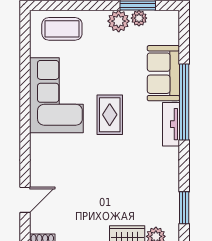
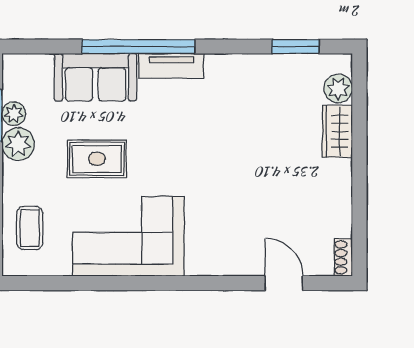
coffee table: (62, 29) -> (30, 228), width x0.73, depth x0.77
rug: (110, 115) -> (97, 159), moved

